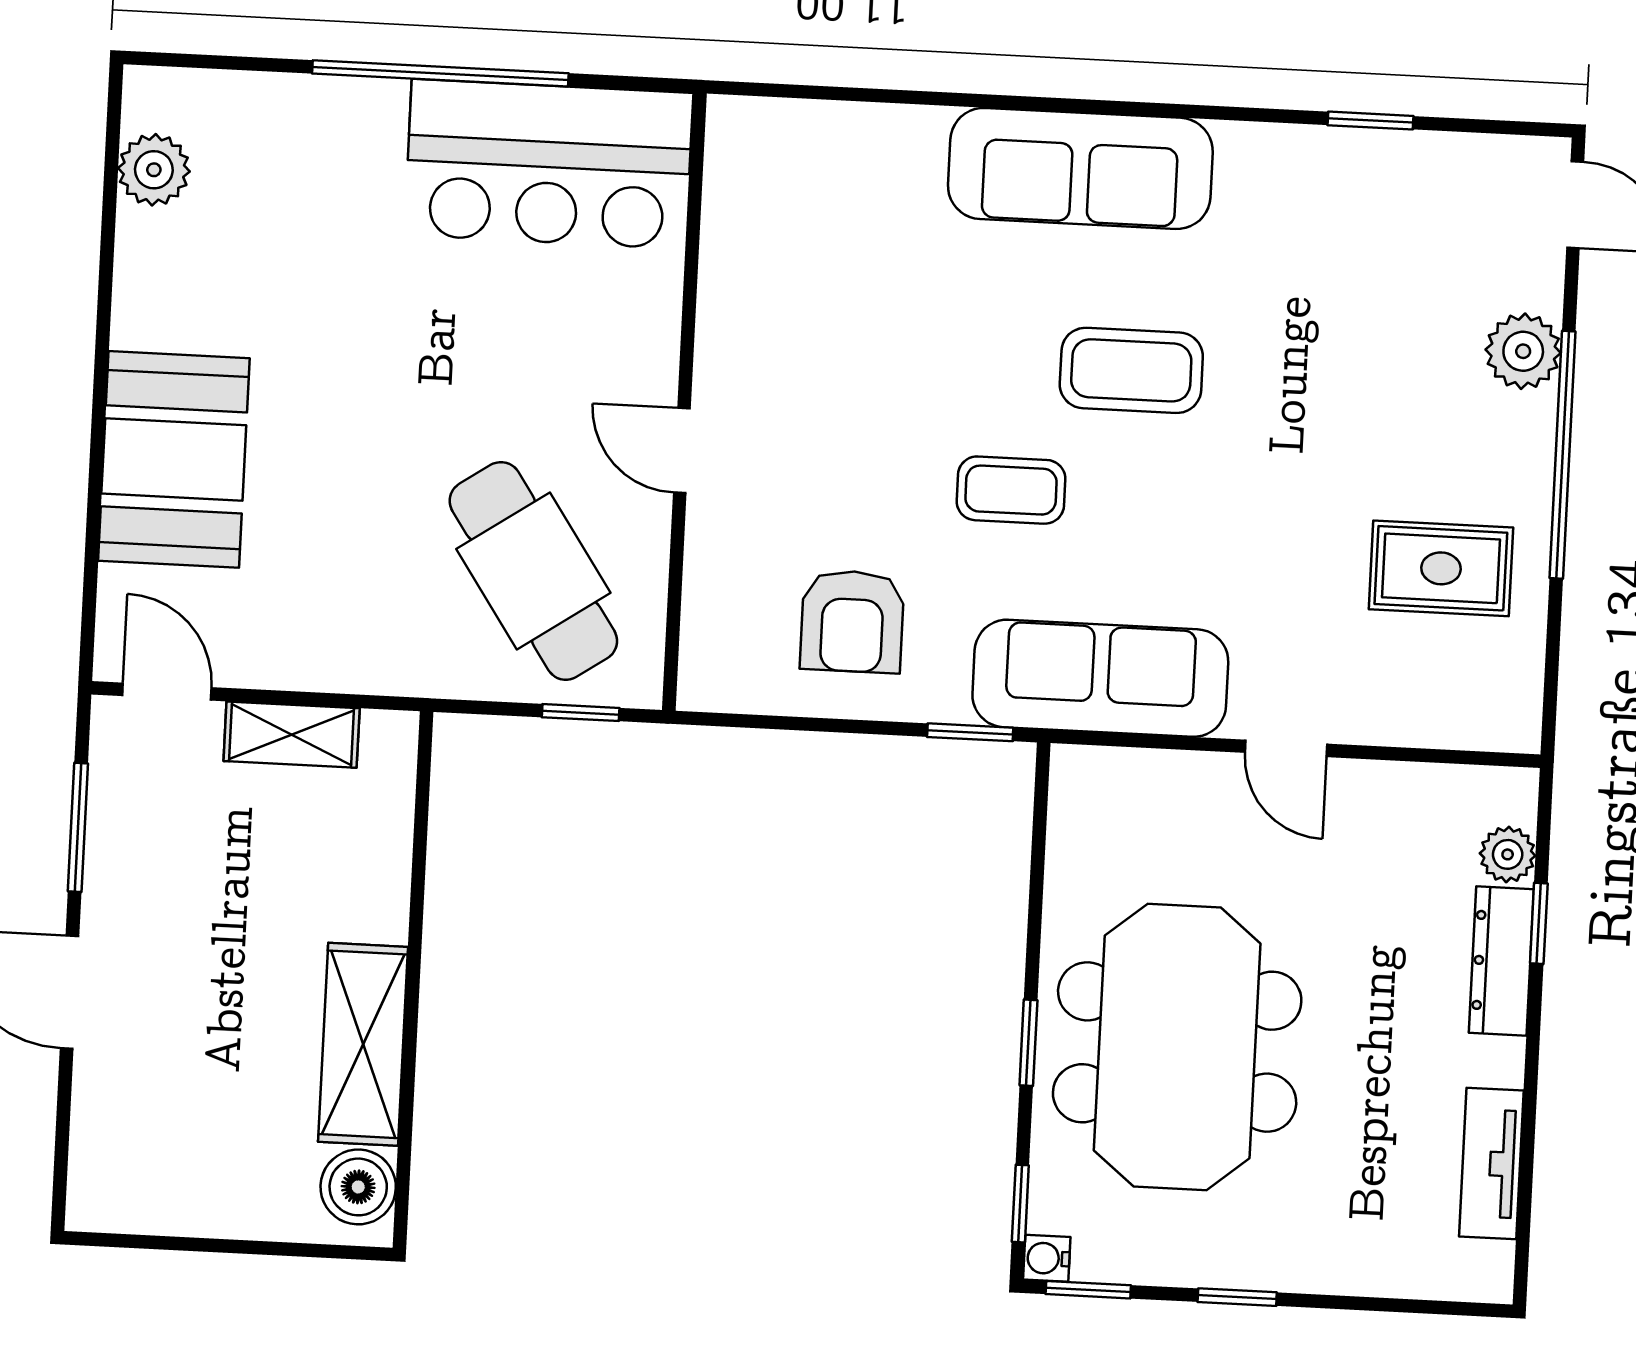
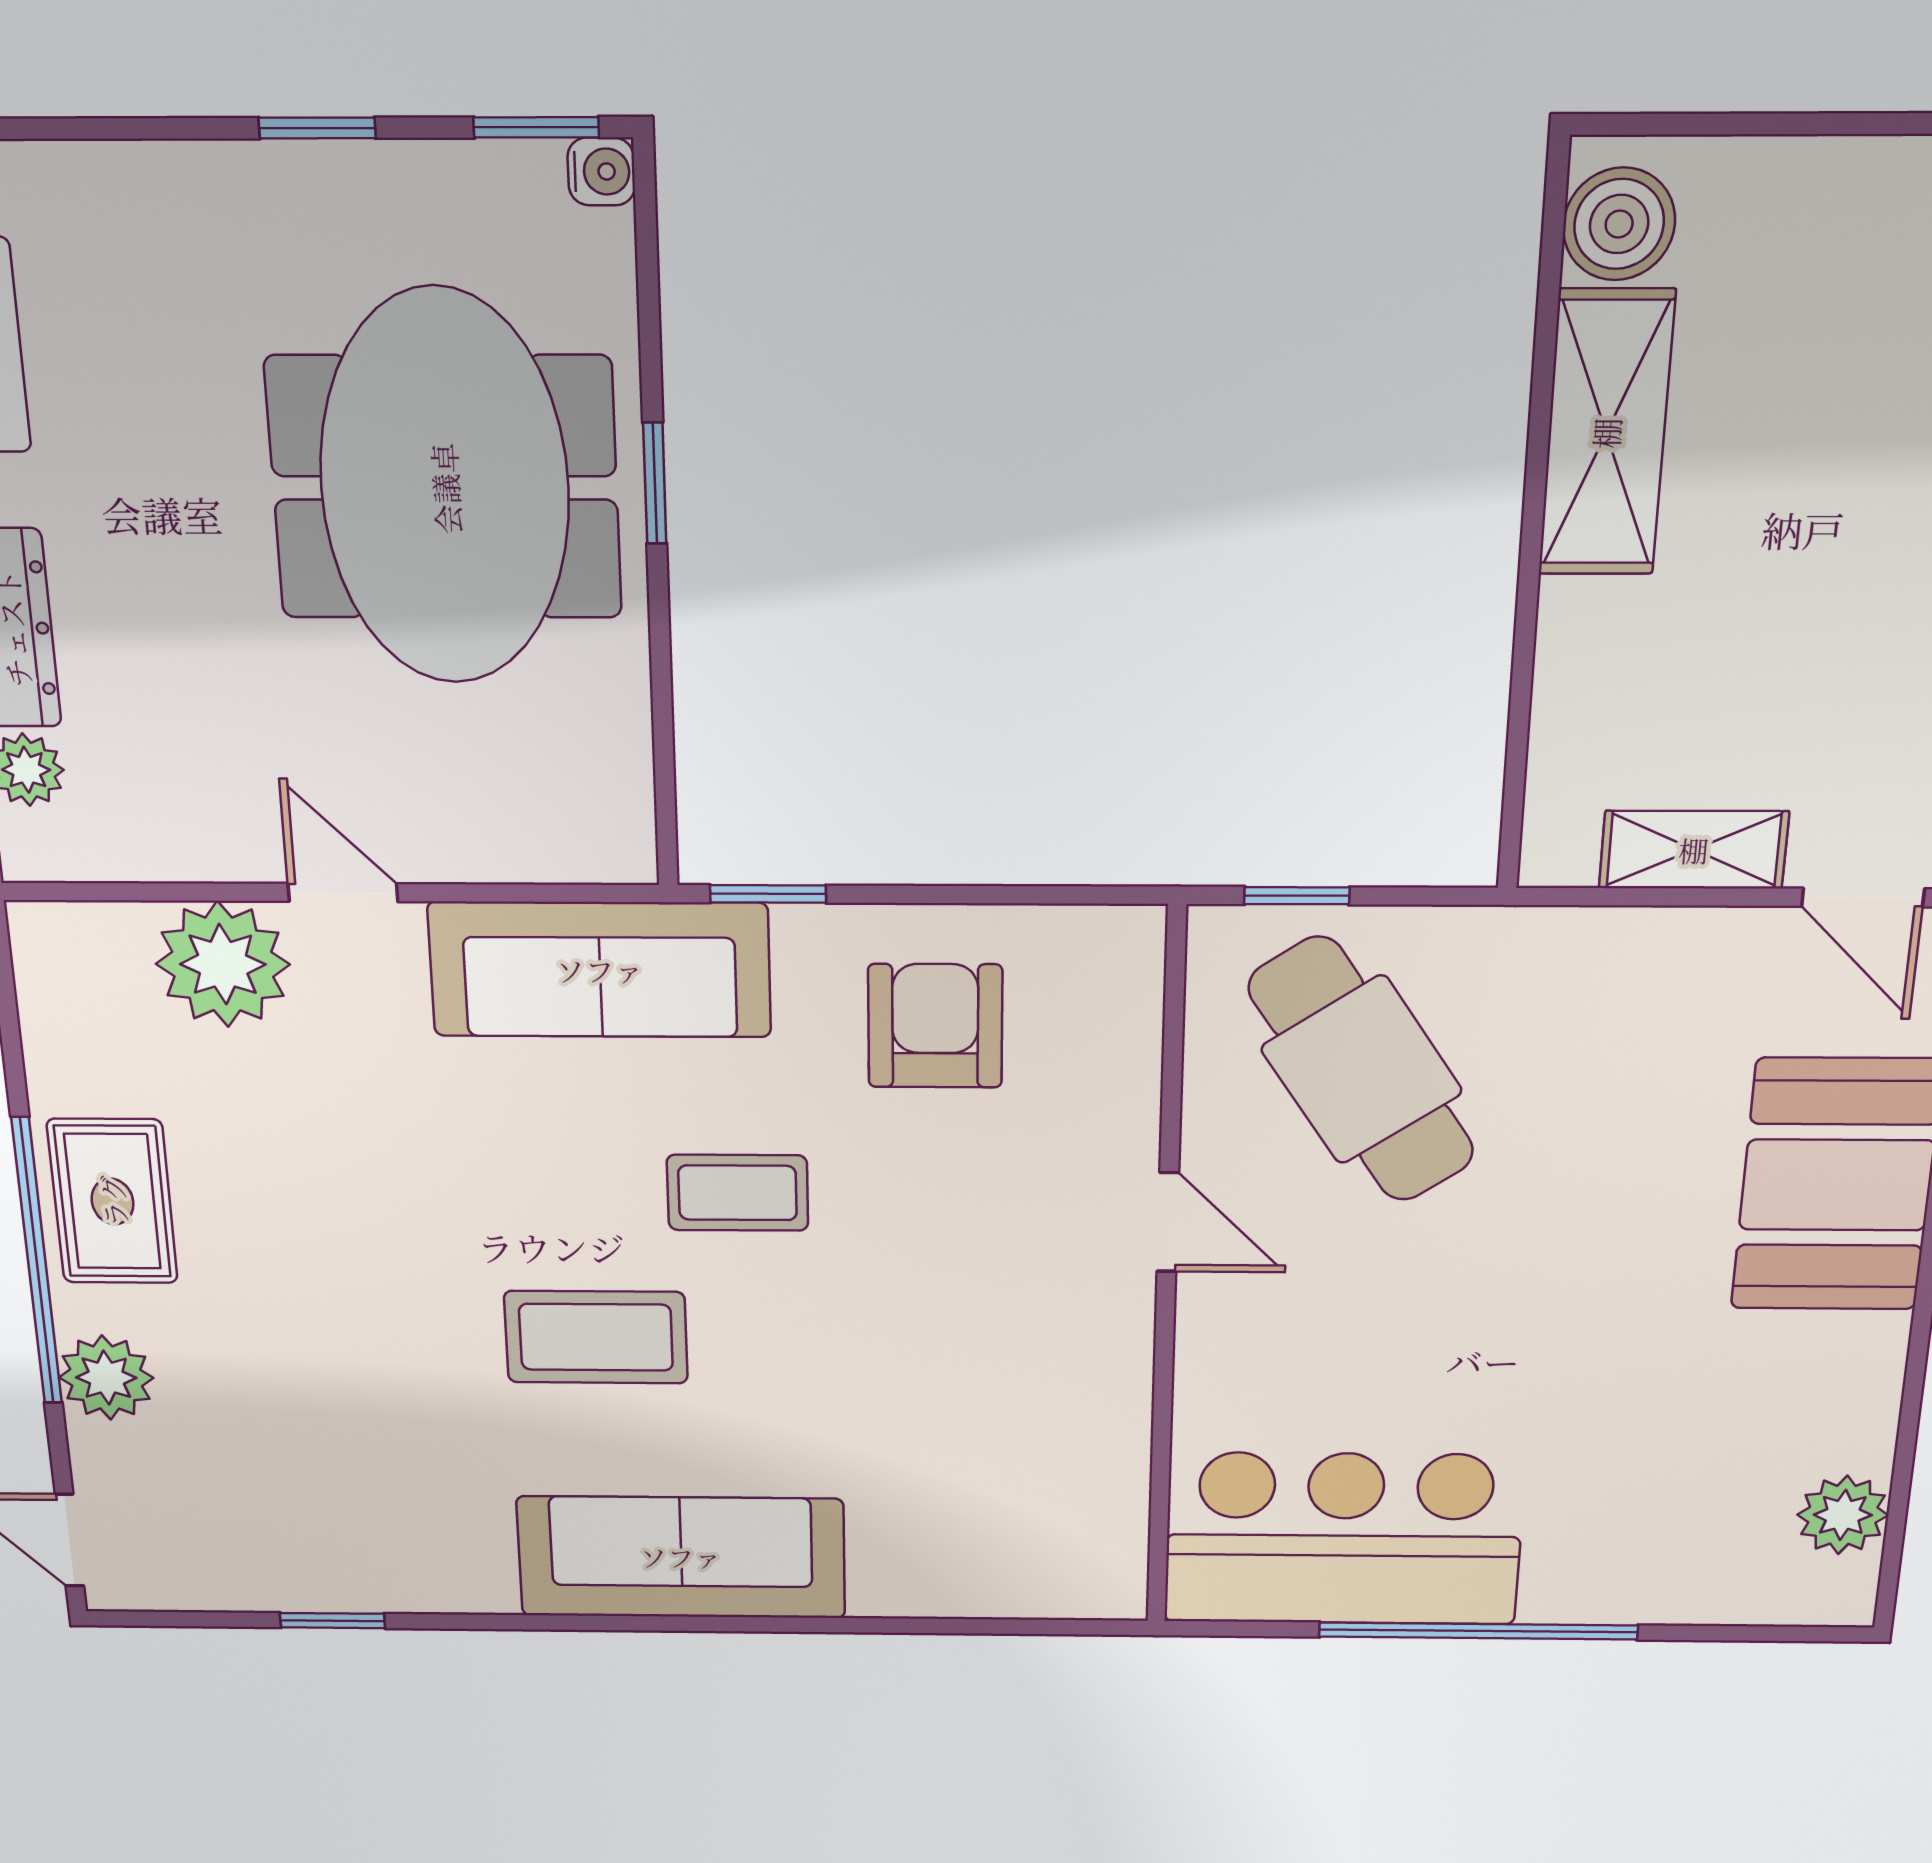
rug: (1441, 568) -> (113, 1201), moved, turned 90
plant: (1383, 696) -> (223, 964), added
window: (1020, 1204) -> (647, 251), removed

